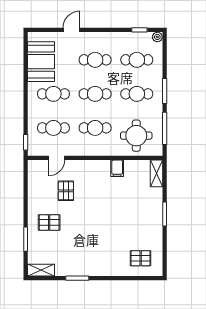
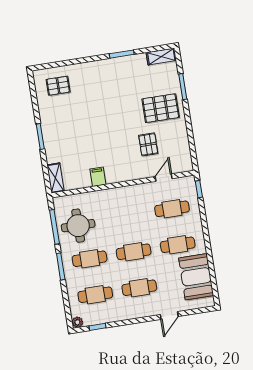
cafe table: (95, 128) -> (128, 216), removed
round table: (136, 136) -> (78, 226), moved
pallet: (49, 223) -> (161, 108), width x1.50, depth x1.42

